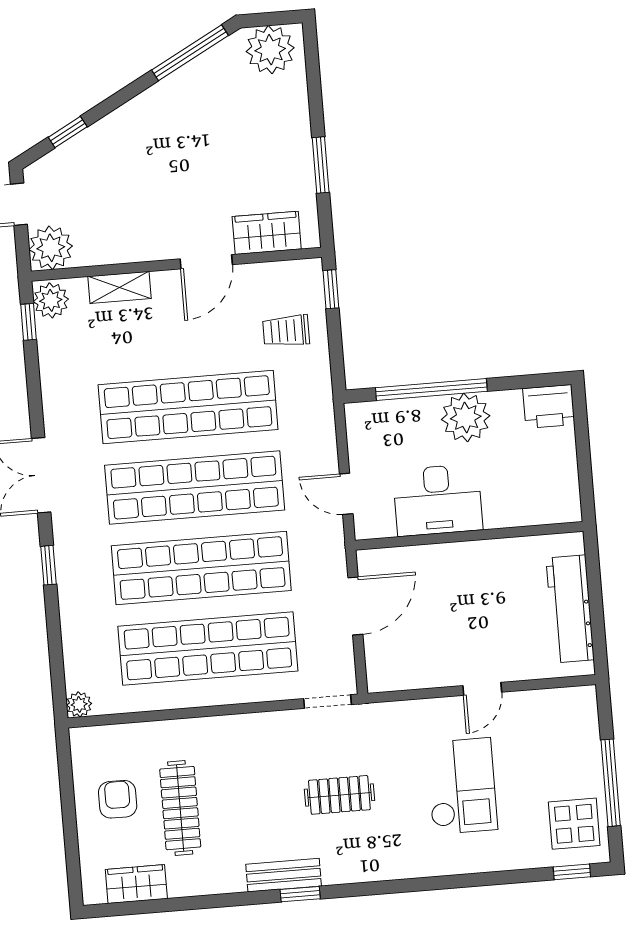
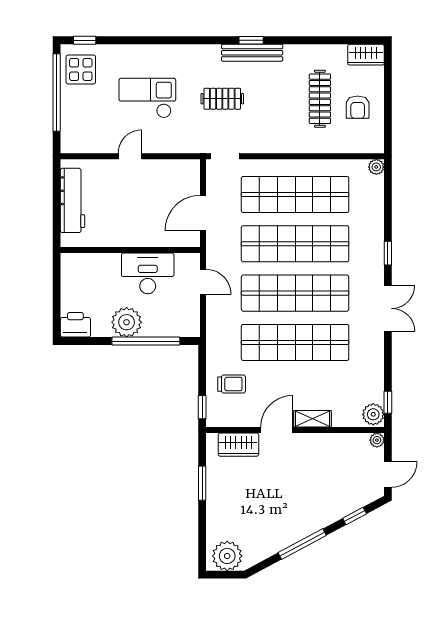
window: (190, 53) -> (302, 544), moved
plant: (51, 248) -> (377, 440), width x0.53, depth x0.53
shelving: (120, 287) -> (312, 419), moved
window: (611, 783) -> (57, 93), width x1.46
checkout: (462, 786) -> (147, 98), turned 90
bench: (284, 875) -> (252, 53), width x1.36
wardrobe: (136, 884) -> (366, 55), moved

